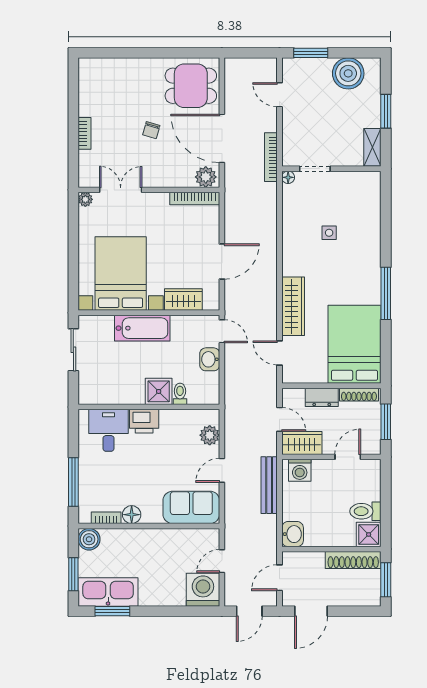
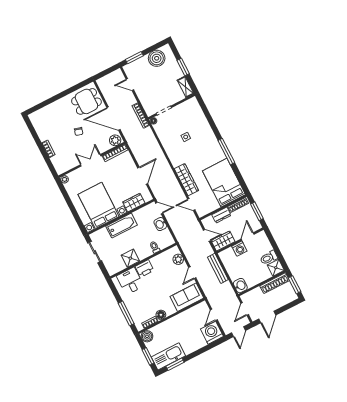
double door: (121, 190) -> (91, 160), moved
shower: (159, 391) -> (130, 258), moved
washing machine: (300, 470) -> (239, 249), moved

